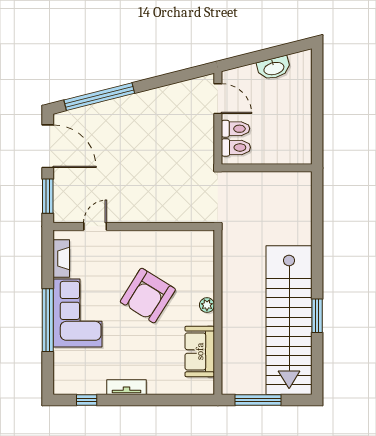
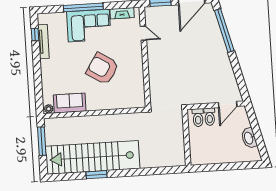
plant: (207, 305) -> (49, 109), moved
tv unit: (127, 387) -> (43, 42), moved, width x1.41

